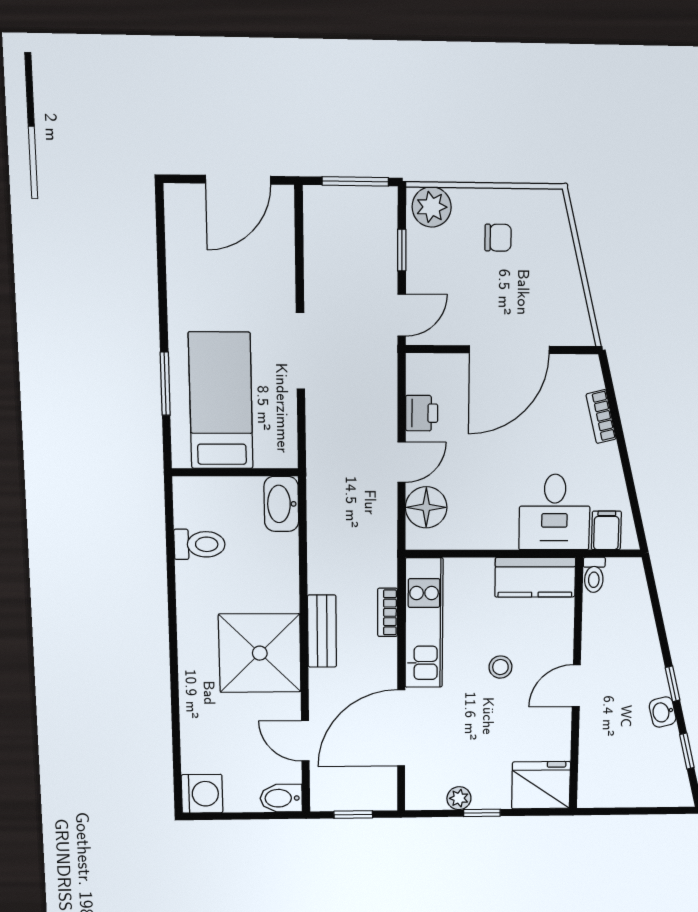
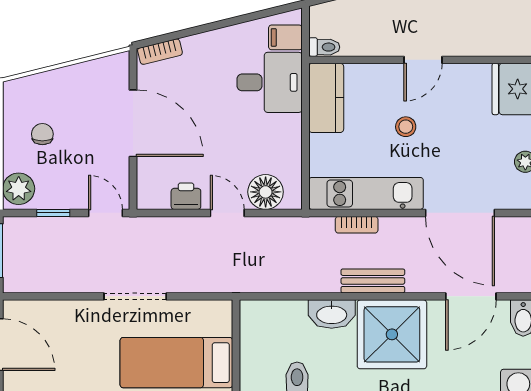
bookcase: (601, 416) -> (160, 52), moved
washbasin: (281, 504) -> (332, 314), moved
door: (576, 686) -> (423, 60), hinge flipped
door: (305, 741) -> (471, 296), width x1.38

